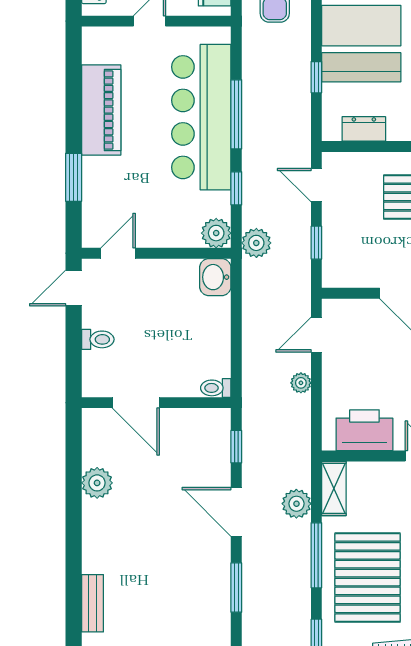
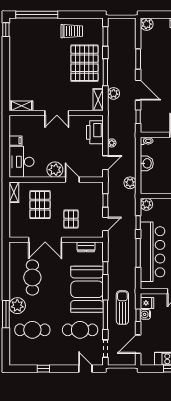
door: (316, 185) -> (105, 224), hinge flipped
plant: (256, 243) -> (130, 183), moved
washbasin: (215, 277) -> (147, 163), moved
printer: (364, 430) -> (95, 132), moved, turned 90

